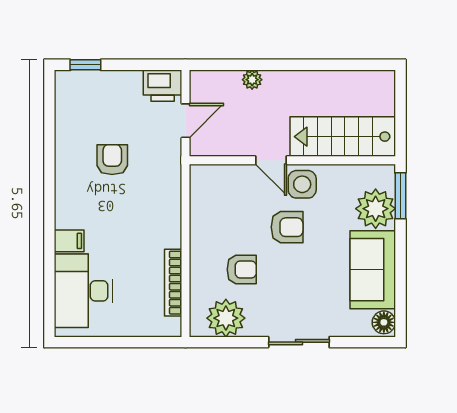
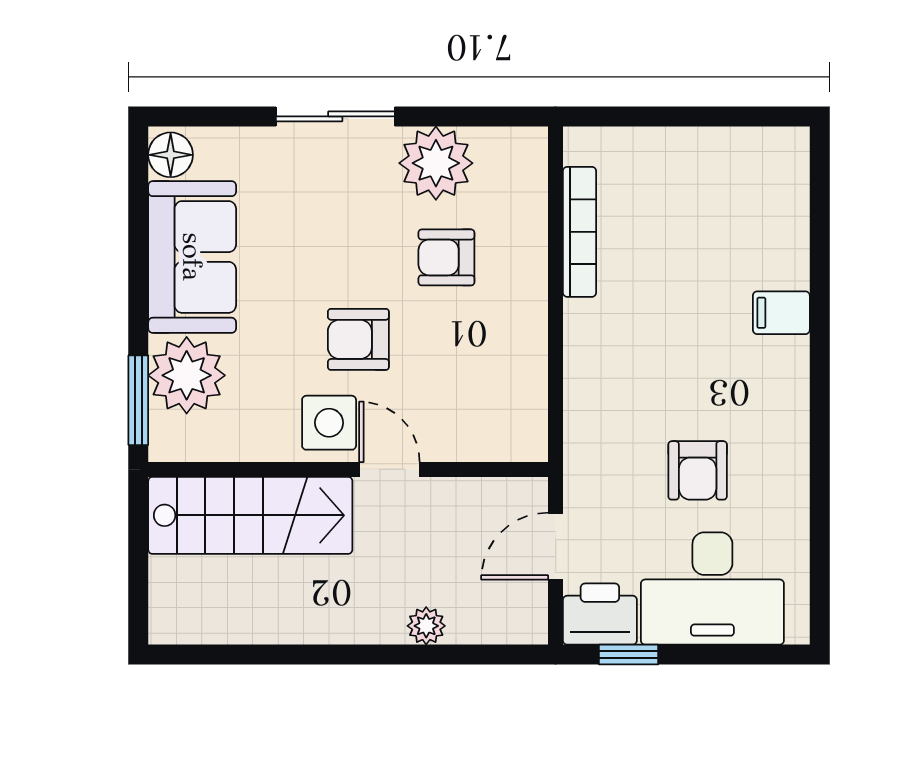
window: (85, 65) -> (629, 655), moved
desk: (83, 291) -> (712, 588), moved, turned 90
plant: (226, 318) -> (436, 163), moved

